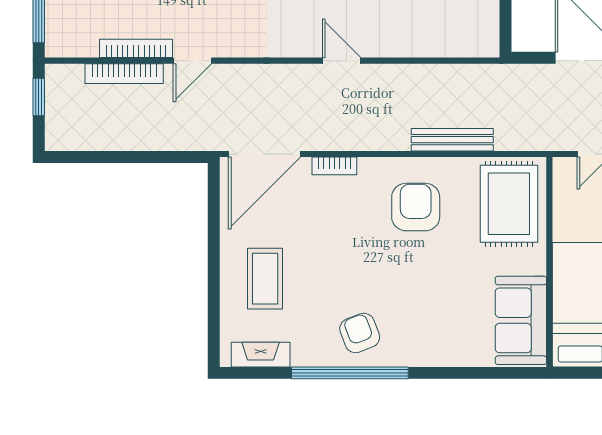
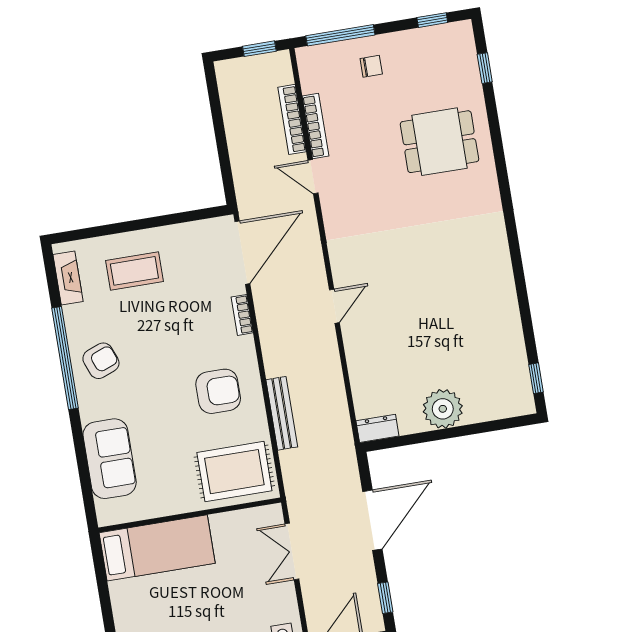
dresser: (487, 35) -> (377, 428), added
door: (264, 154) -> (242, 253), swing flipped
sofa: (521, 320) -> (110, 459), moved, turned 90

